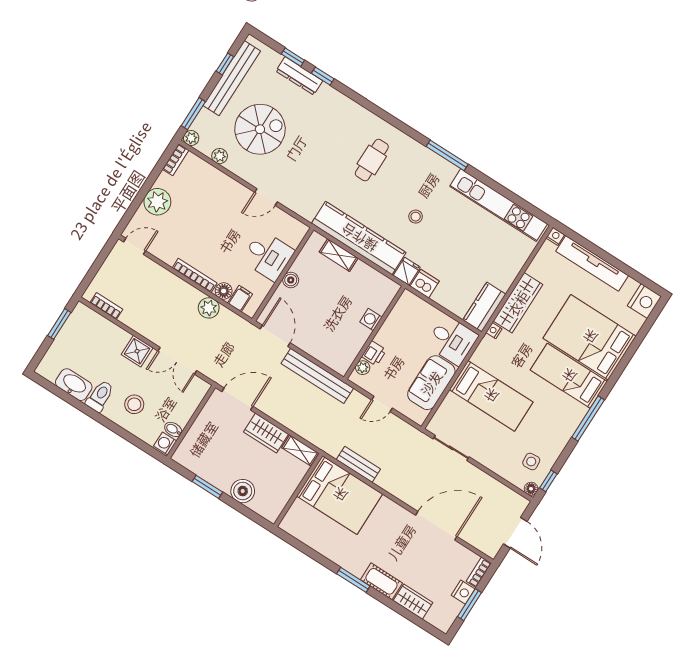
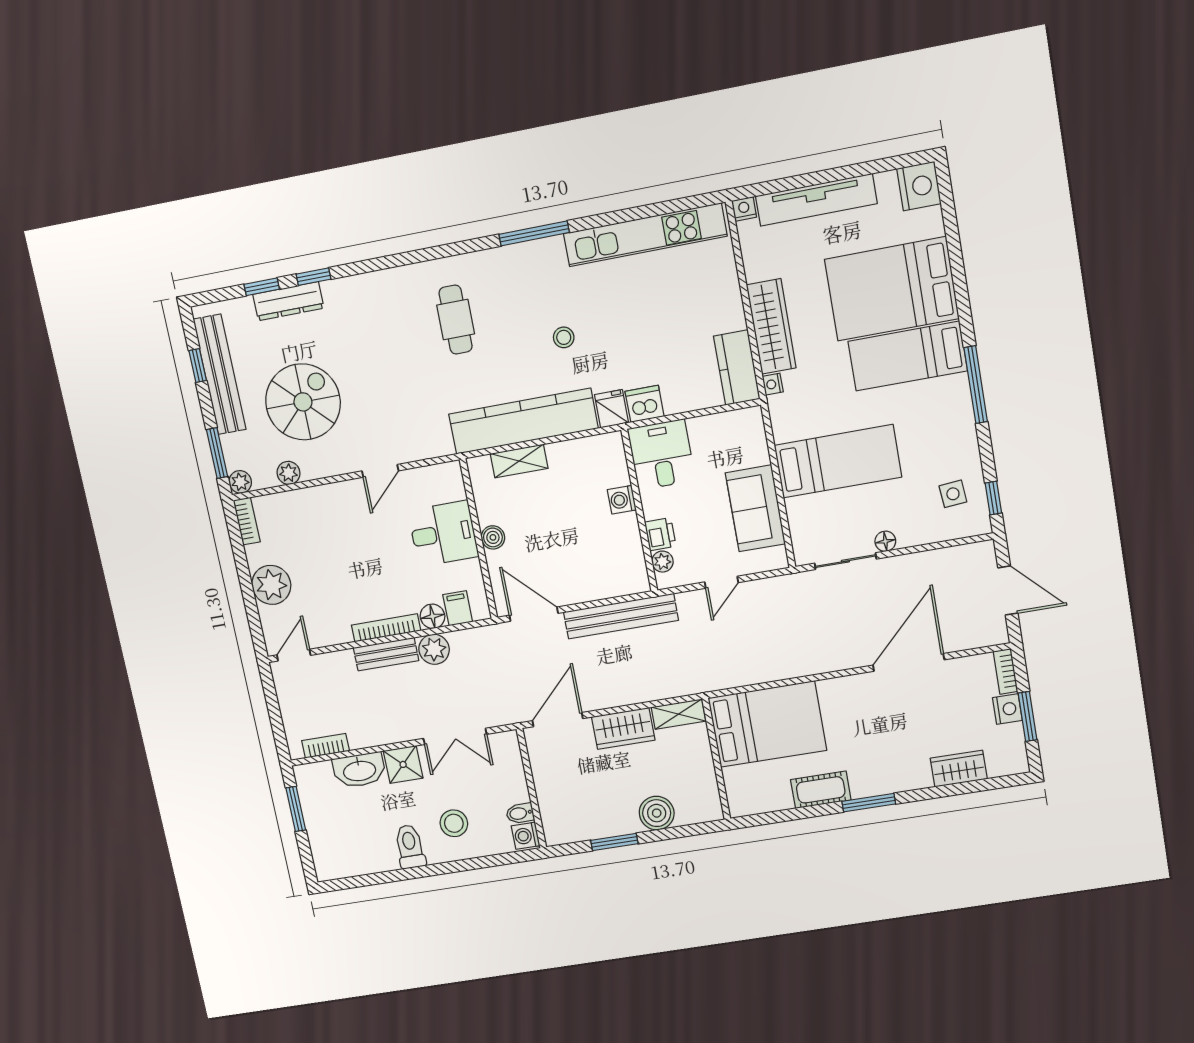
desk: (452, 340) -> (661, 455), moved, turned -90
washbasin: (74, 385) -> (359, 770), moved, turned 180
bench: (358, 464) -> (386, 654), moved
floor lamp: (531, 489) -> (885, 541), moved
cot: (381, 581) -> (821, 790), moved

